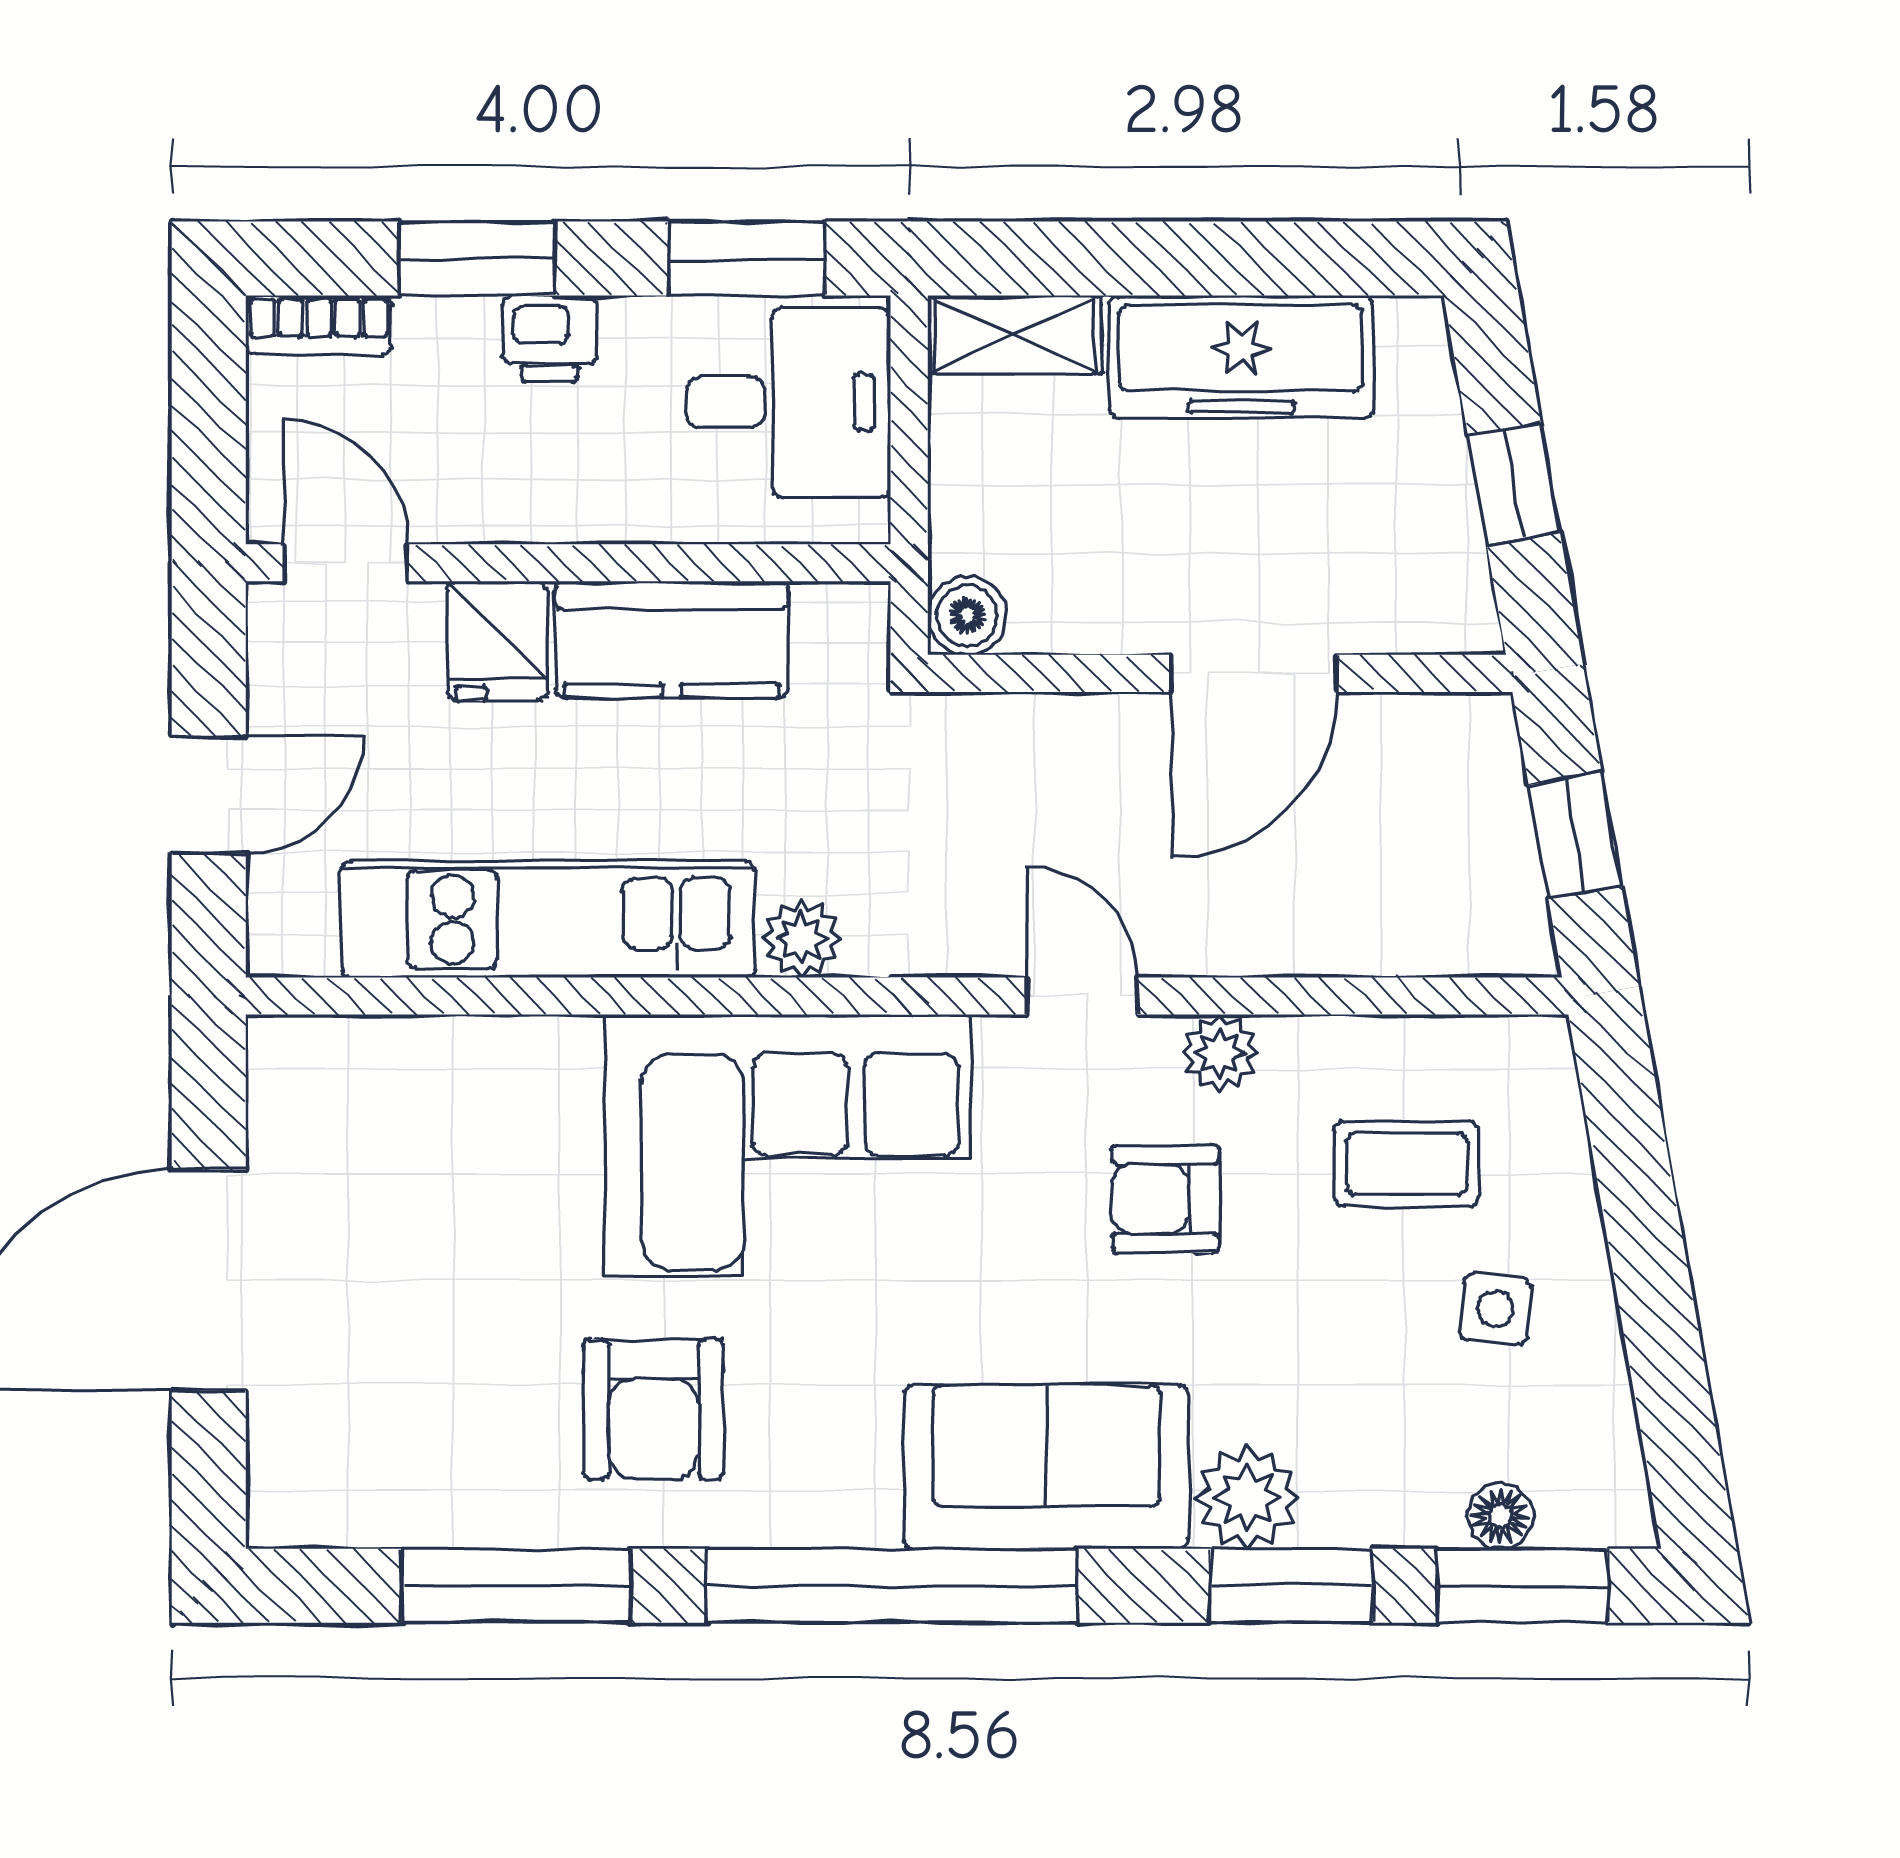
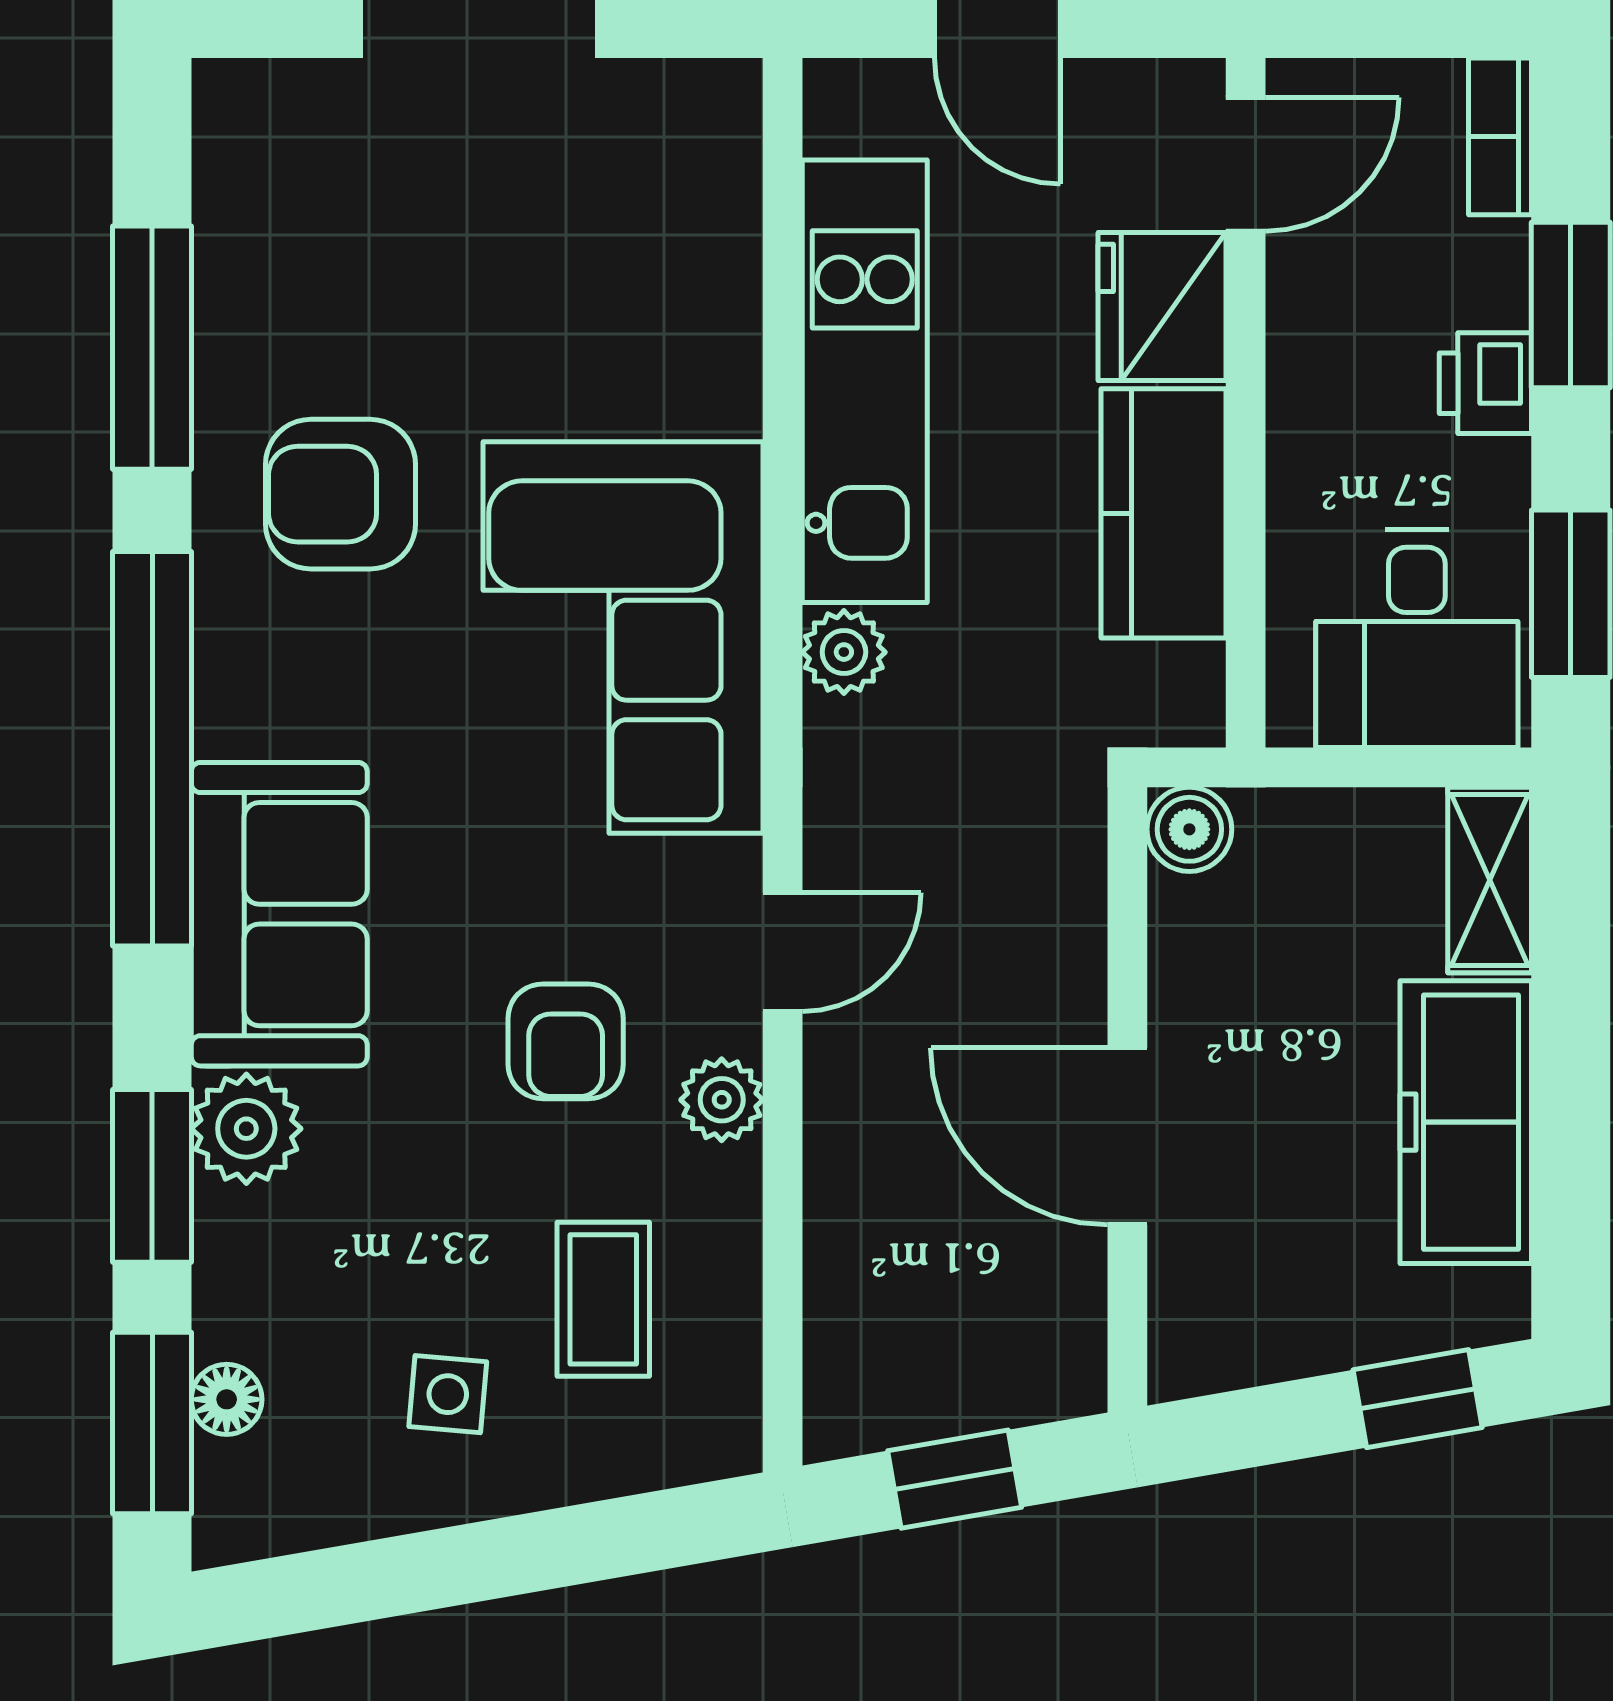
window: (1514, 484) -> (1418, 1399), moved
fridge: (497, 641) -> (1162, 307), width x1.38
armchair: (1165, 1199) -> (566, 1041), turned 180

